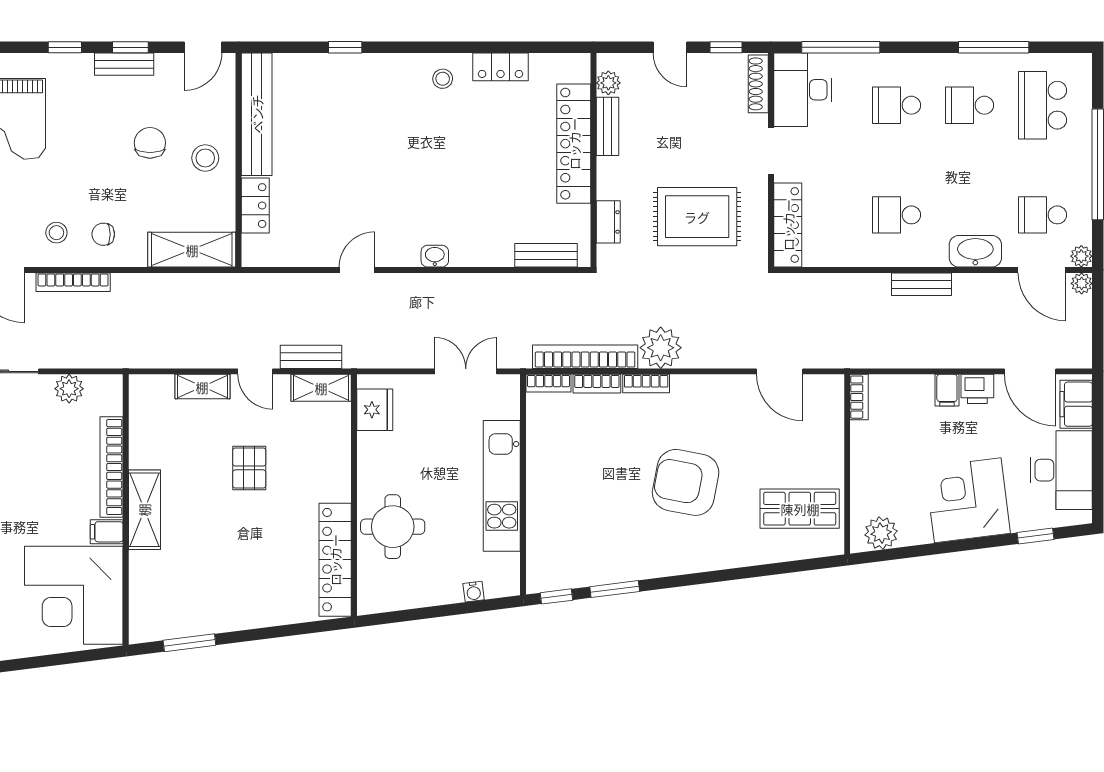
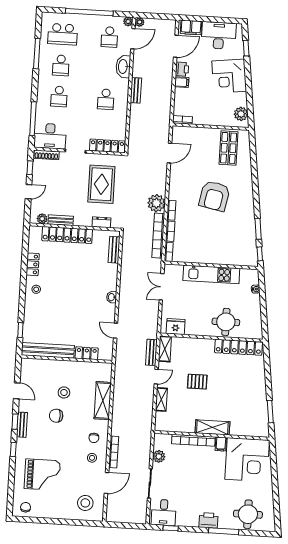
bench: (257, 114) -> (48, 350), moved
wall: (238, 160) -> (67, 359), moved
locker: (255, 206) -> (87, 353), moved

